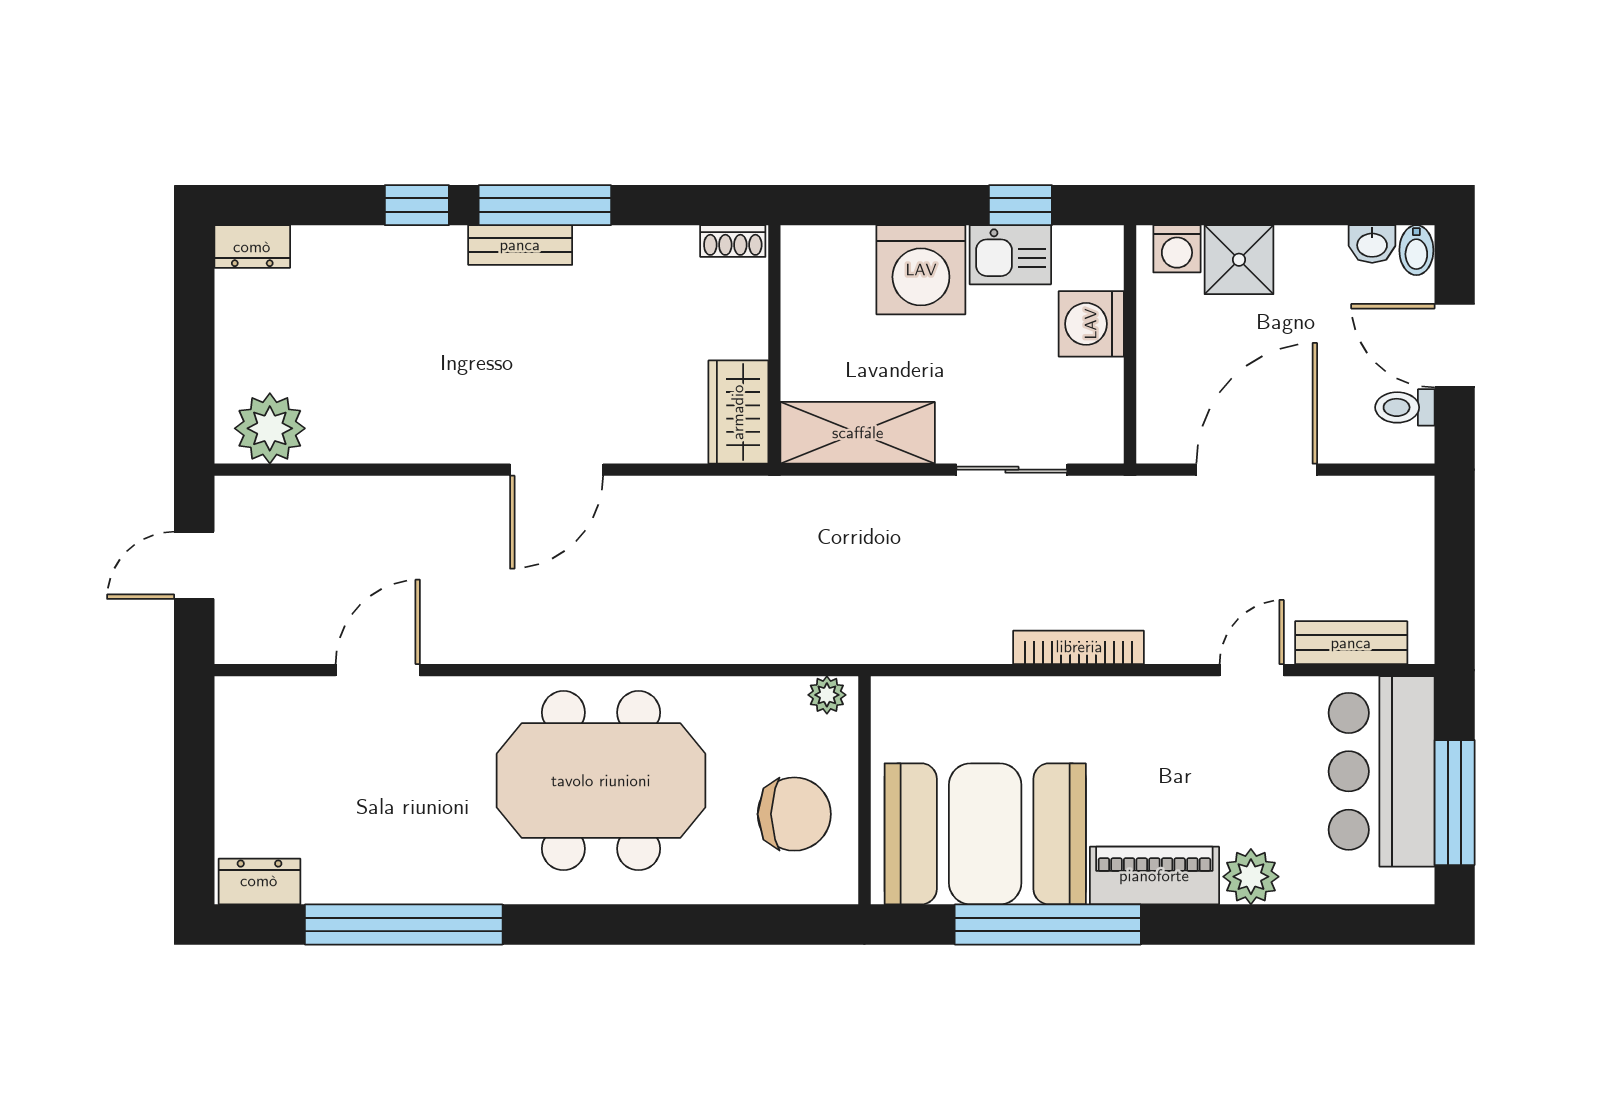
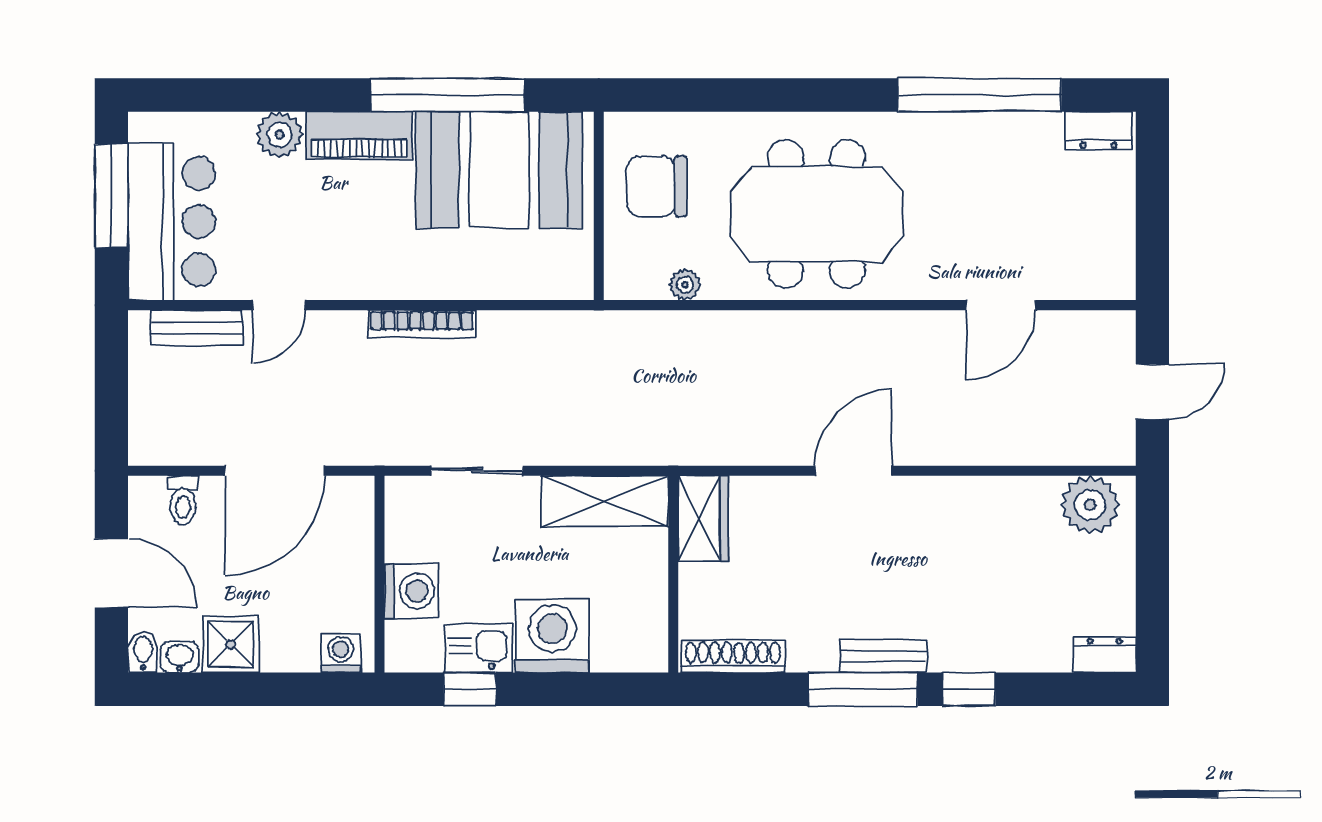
shoe rack: (733, 241) -> (733, 656), width x1.94, depth x1.24
shower: (1239, 260) -> (231, 644), moved
toilet: (1405, 407) -> (183, 500), moved, turned 90
plant: (827, 695) -> (685, 285), moved

